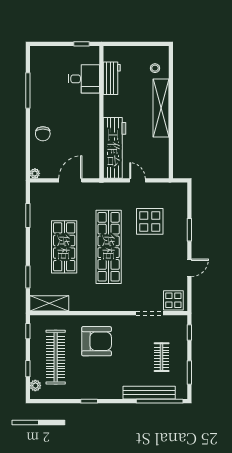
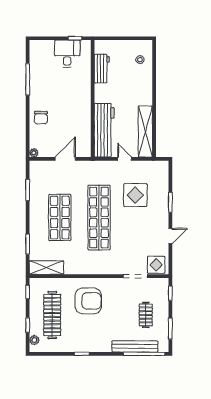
desk: (84, 79) -> (67, 54), moved, turned -90
shelving: (161, 108) -> (145, 132), moved

